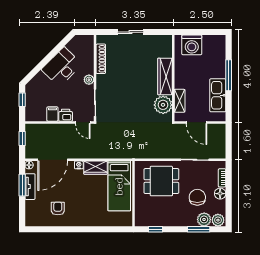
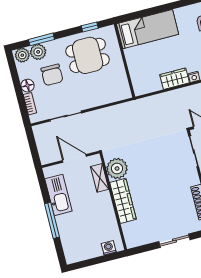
washing machine: (192, 45) -> (109, 248), width x0.53, depth x0.53
dining table: (161, 181) -> (88, 55), moved
bed: (119, 186) -> (148, 29), moved, turned 90

